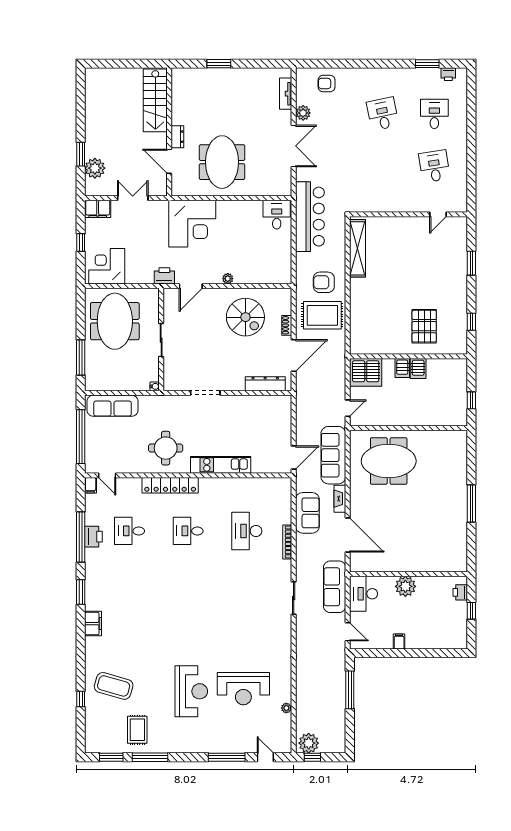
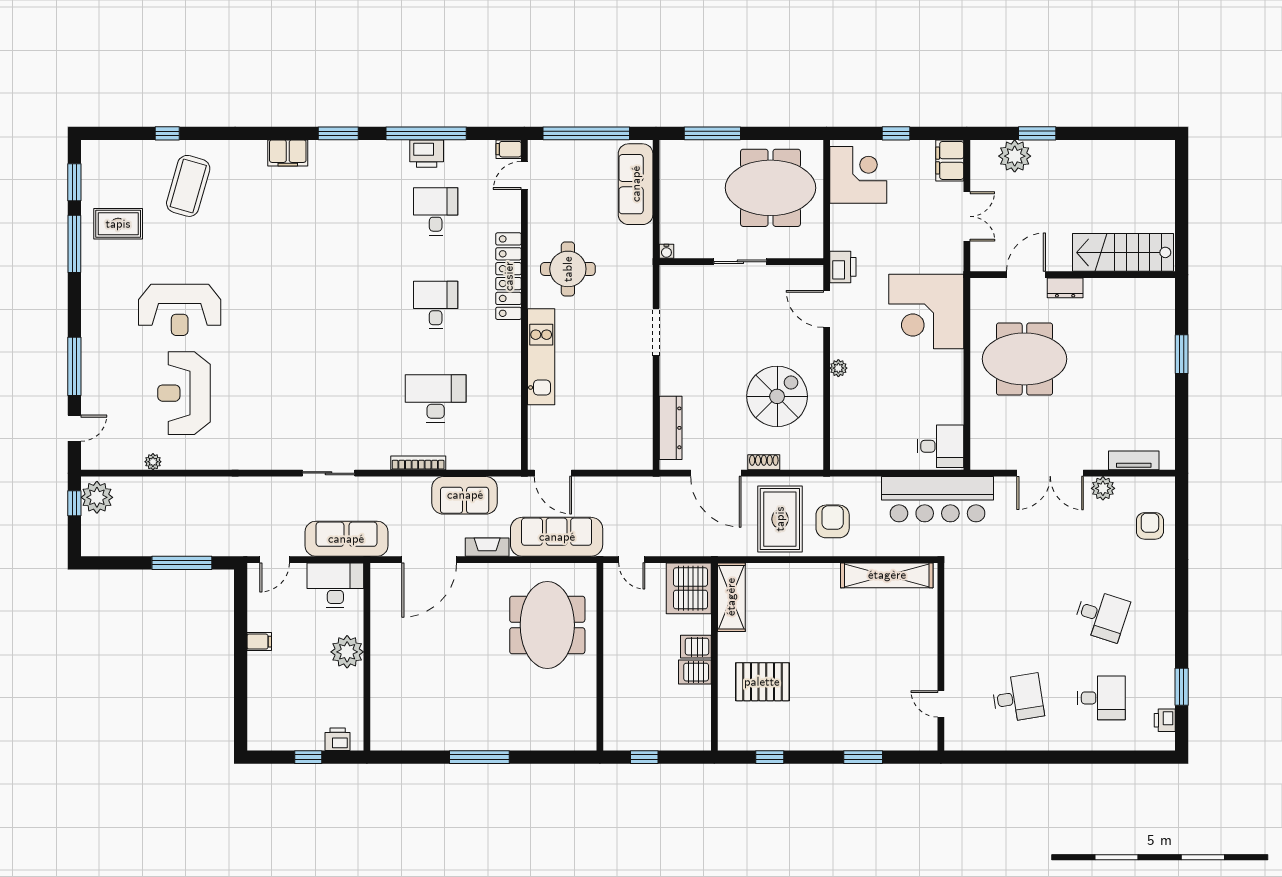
desk: (383, 114) -> (1101, 615), turned 30
spiral stairs: (245, 317) -> (777, 396), turned 180
shelving: (371, 346) -> (731, 597), added

